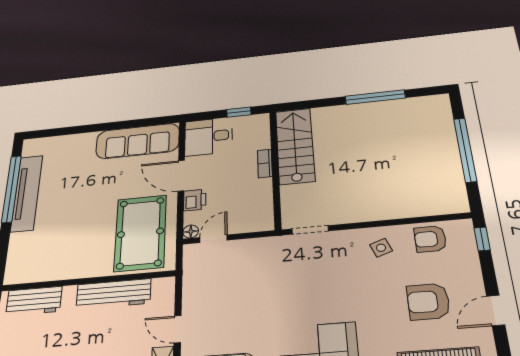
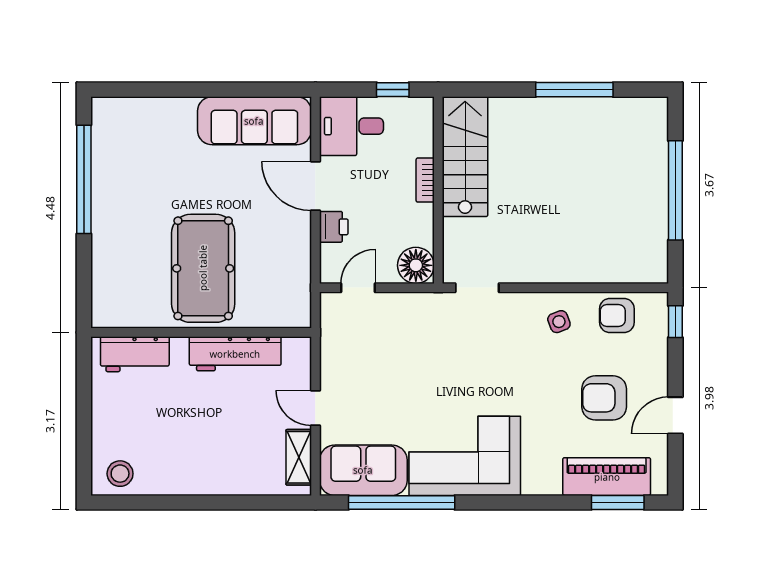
tv unit: (27, 193) -> (106, 189), removed
floor lamp: (191, 231) -> (416, 265), moved, width x1.89, depth x1.89
pool table: (140, 233) -> (203, 268), moved

